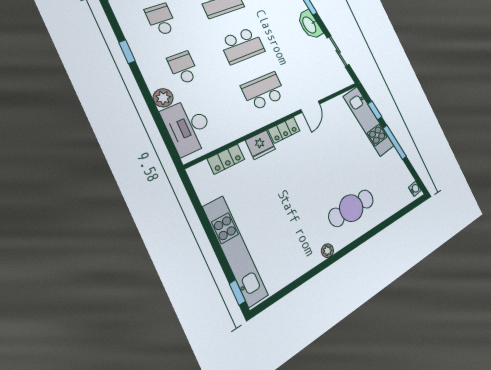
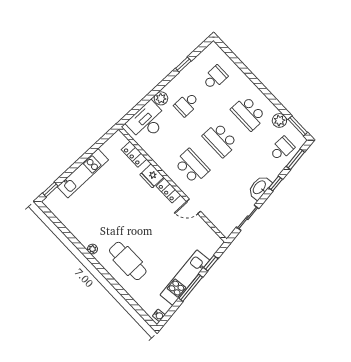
school desk: (183, 68) -> (187, 104), turned 180
kitchen unit: (369, 121) -> (185, 278), moved
kitchen unit: (236, 251) -> (83, 173), width x0.73

